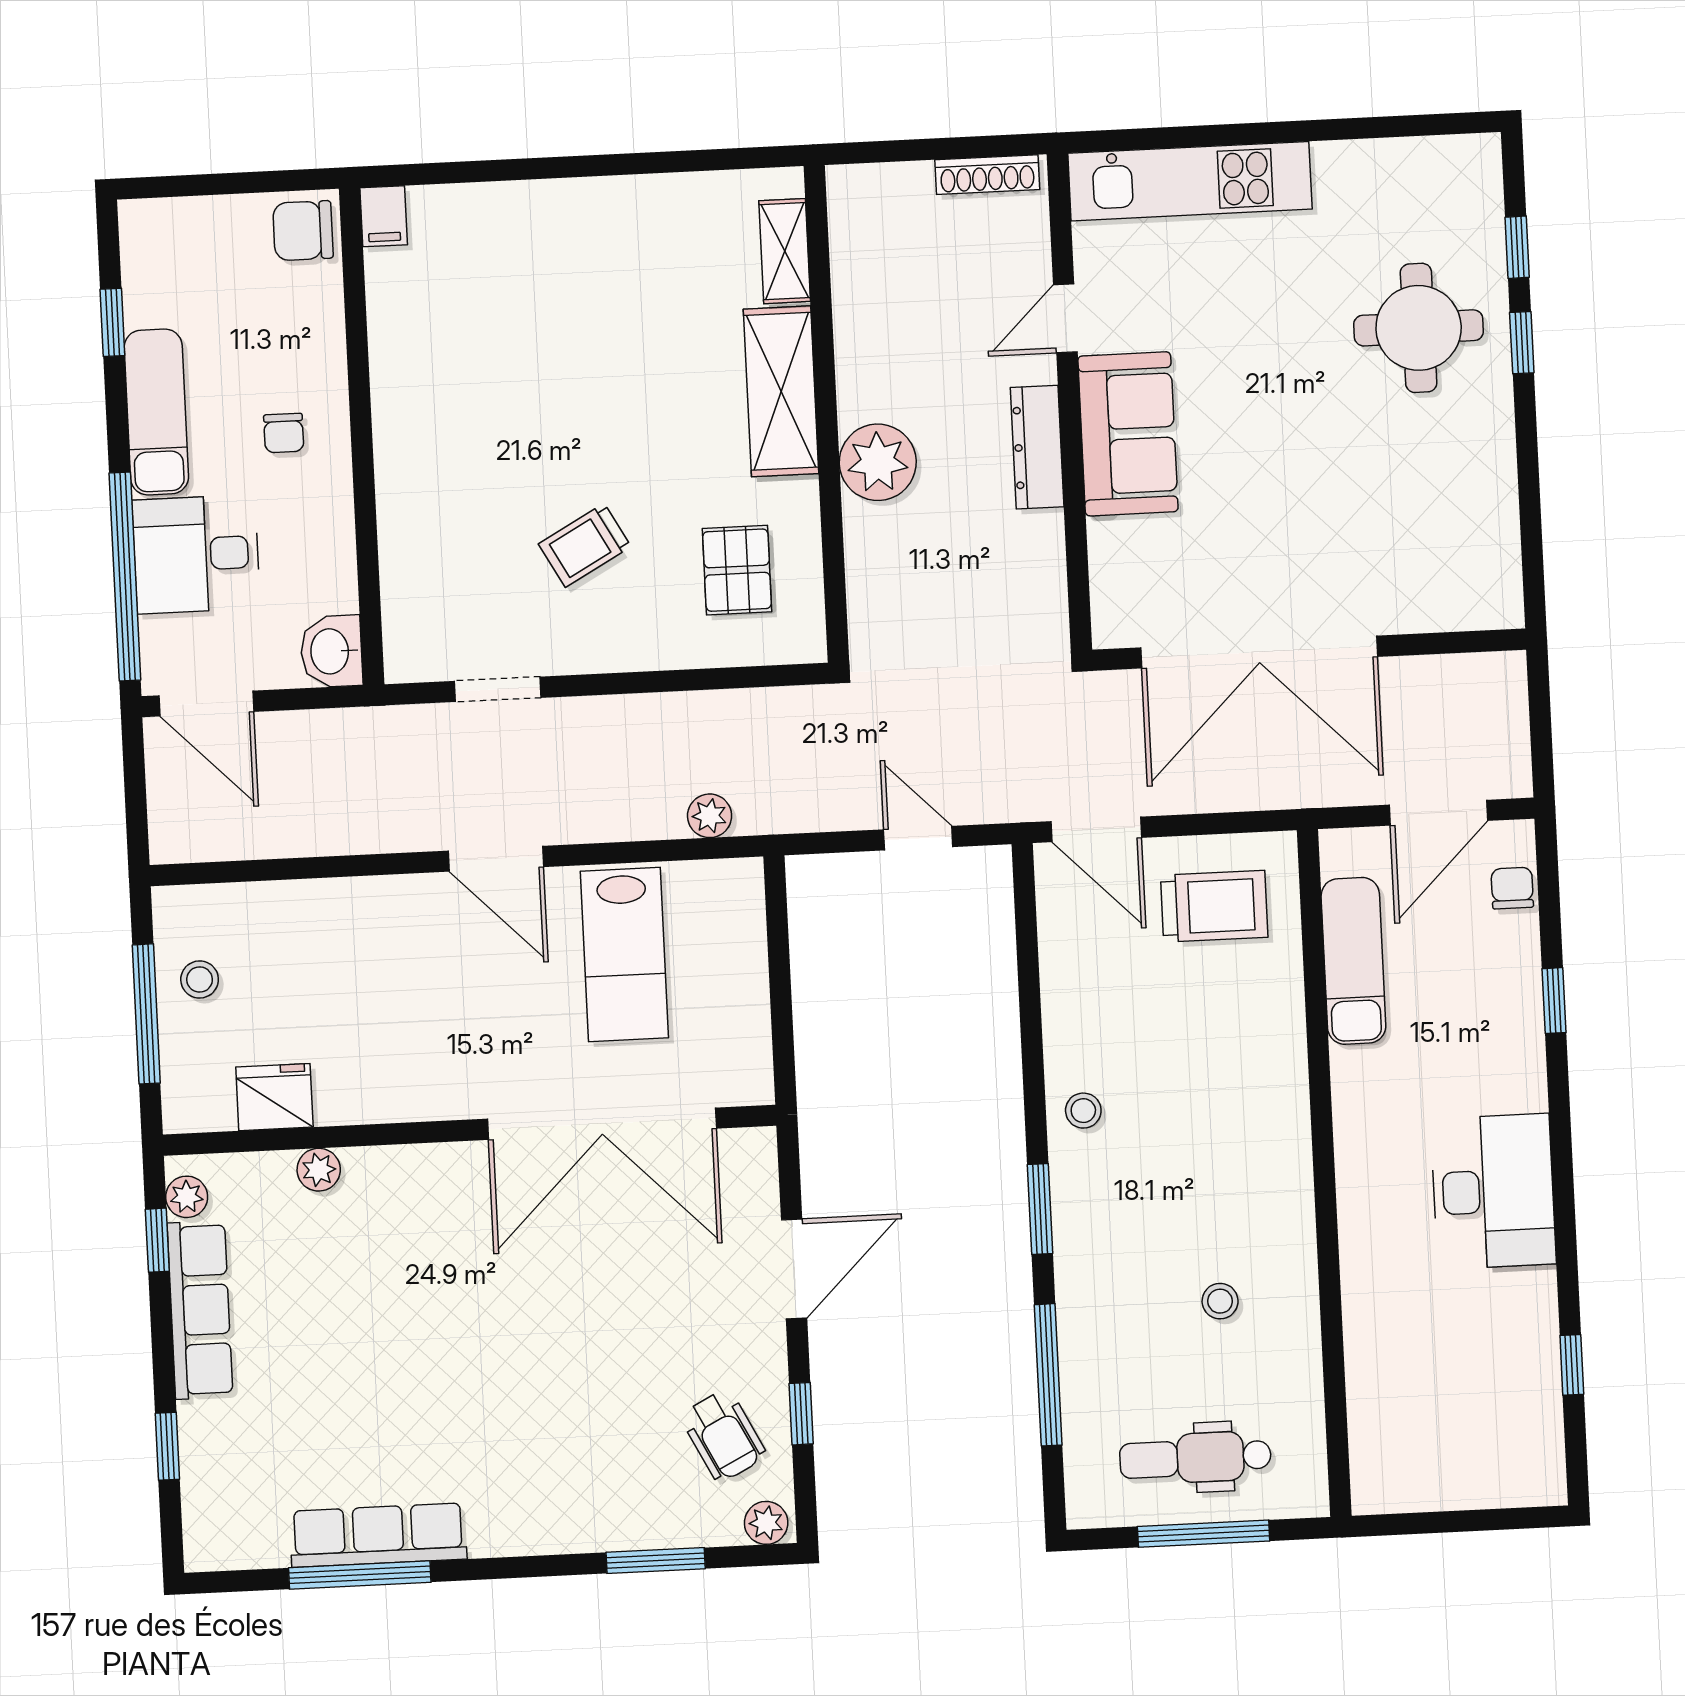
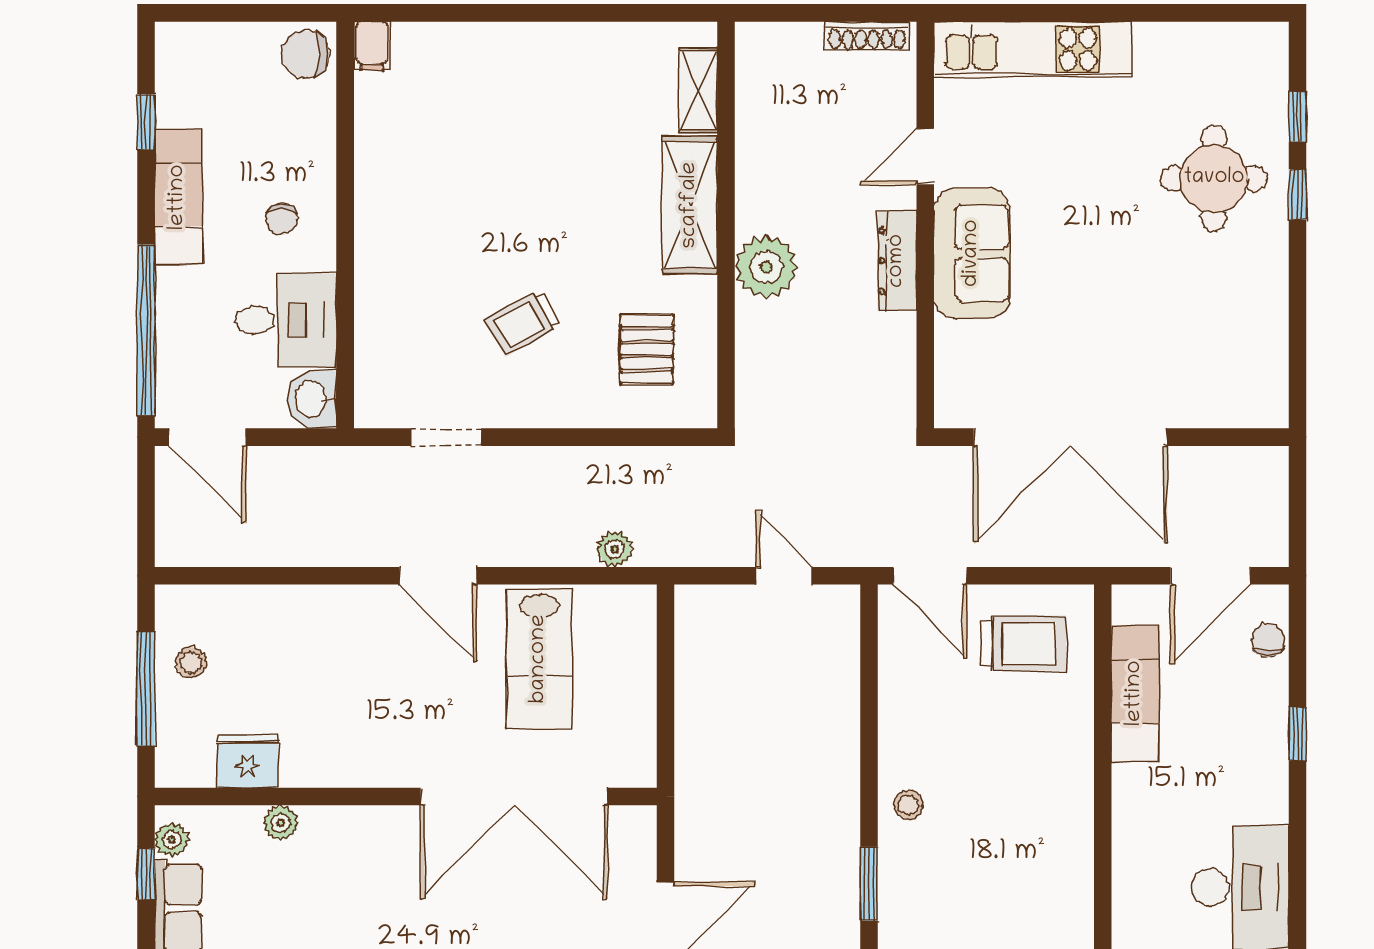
desk: (196, 554) -> (286, 320), moved, turned 180

